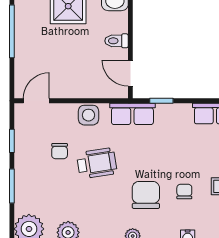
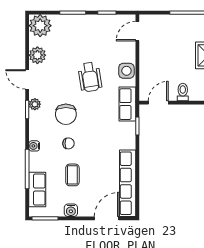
door: (36, 101) -> (137, 31), swing flipped
chair: (60, 151) -> (99, 49), removed
chair: (146, 195) -> (66, 114), turned 90

